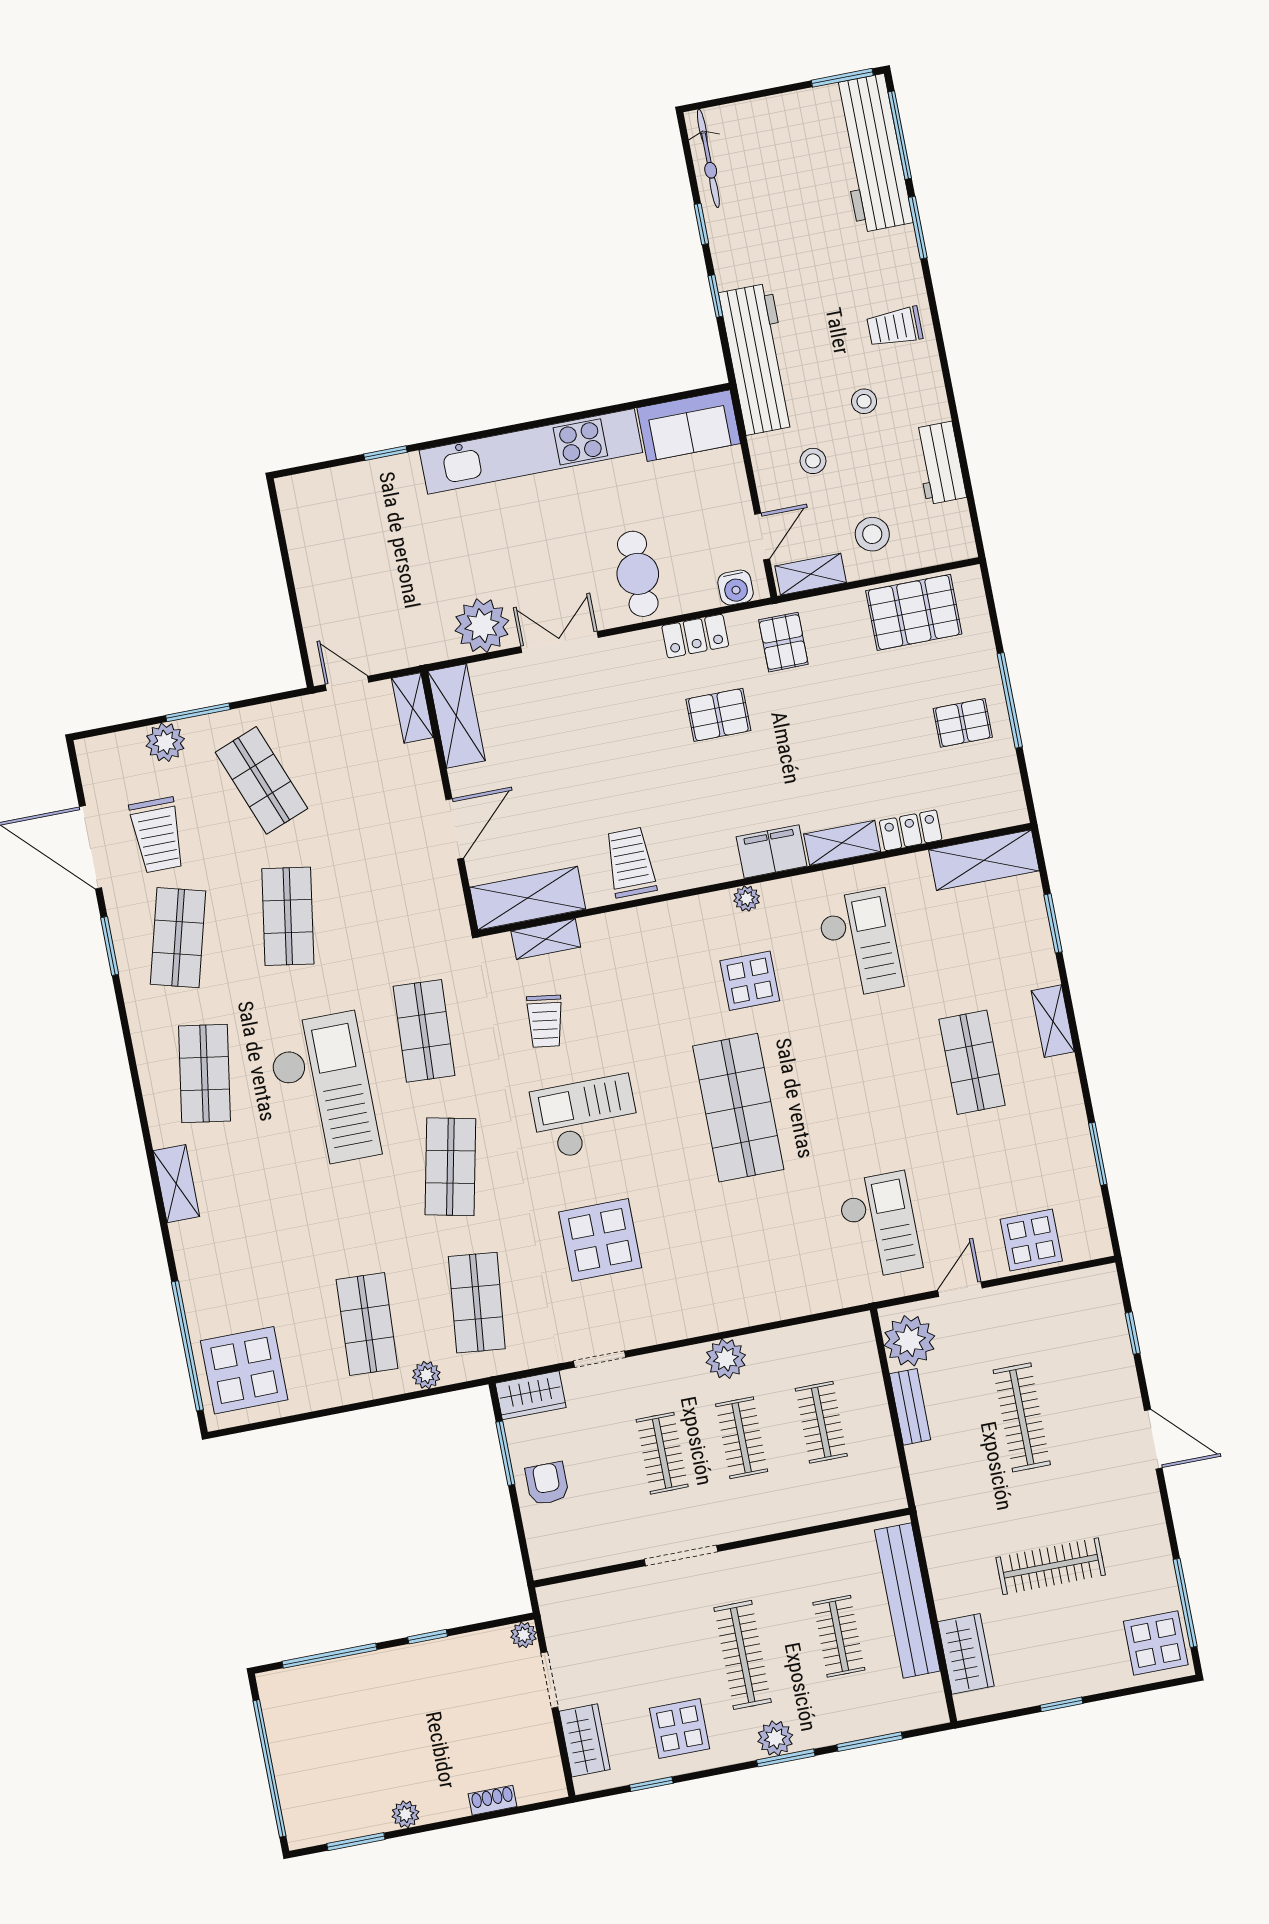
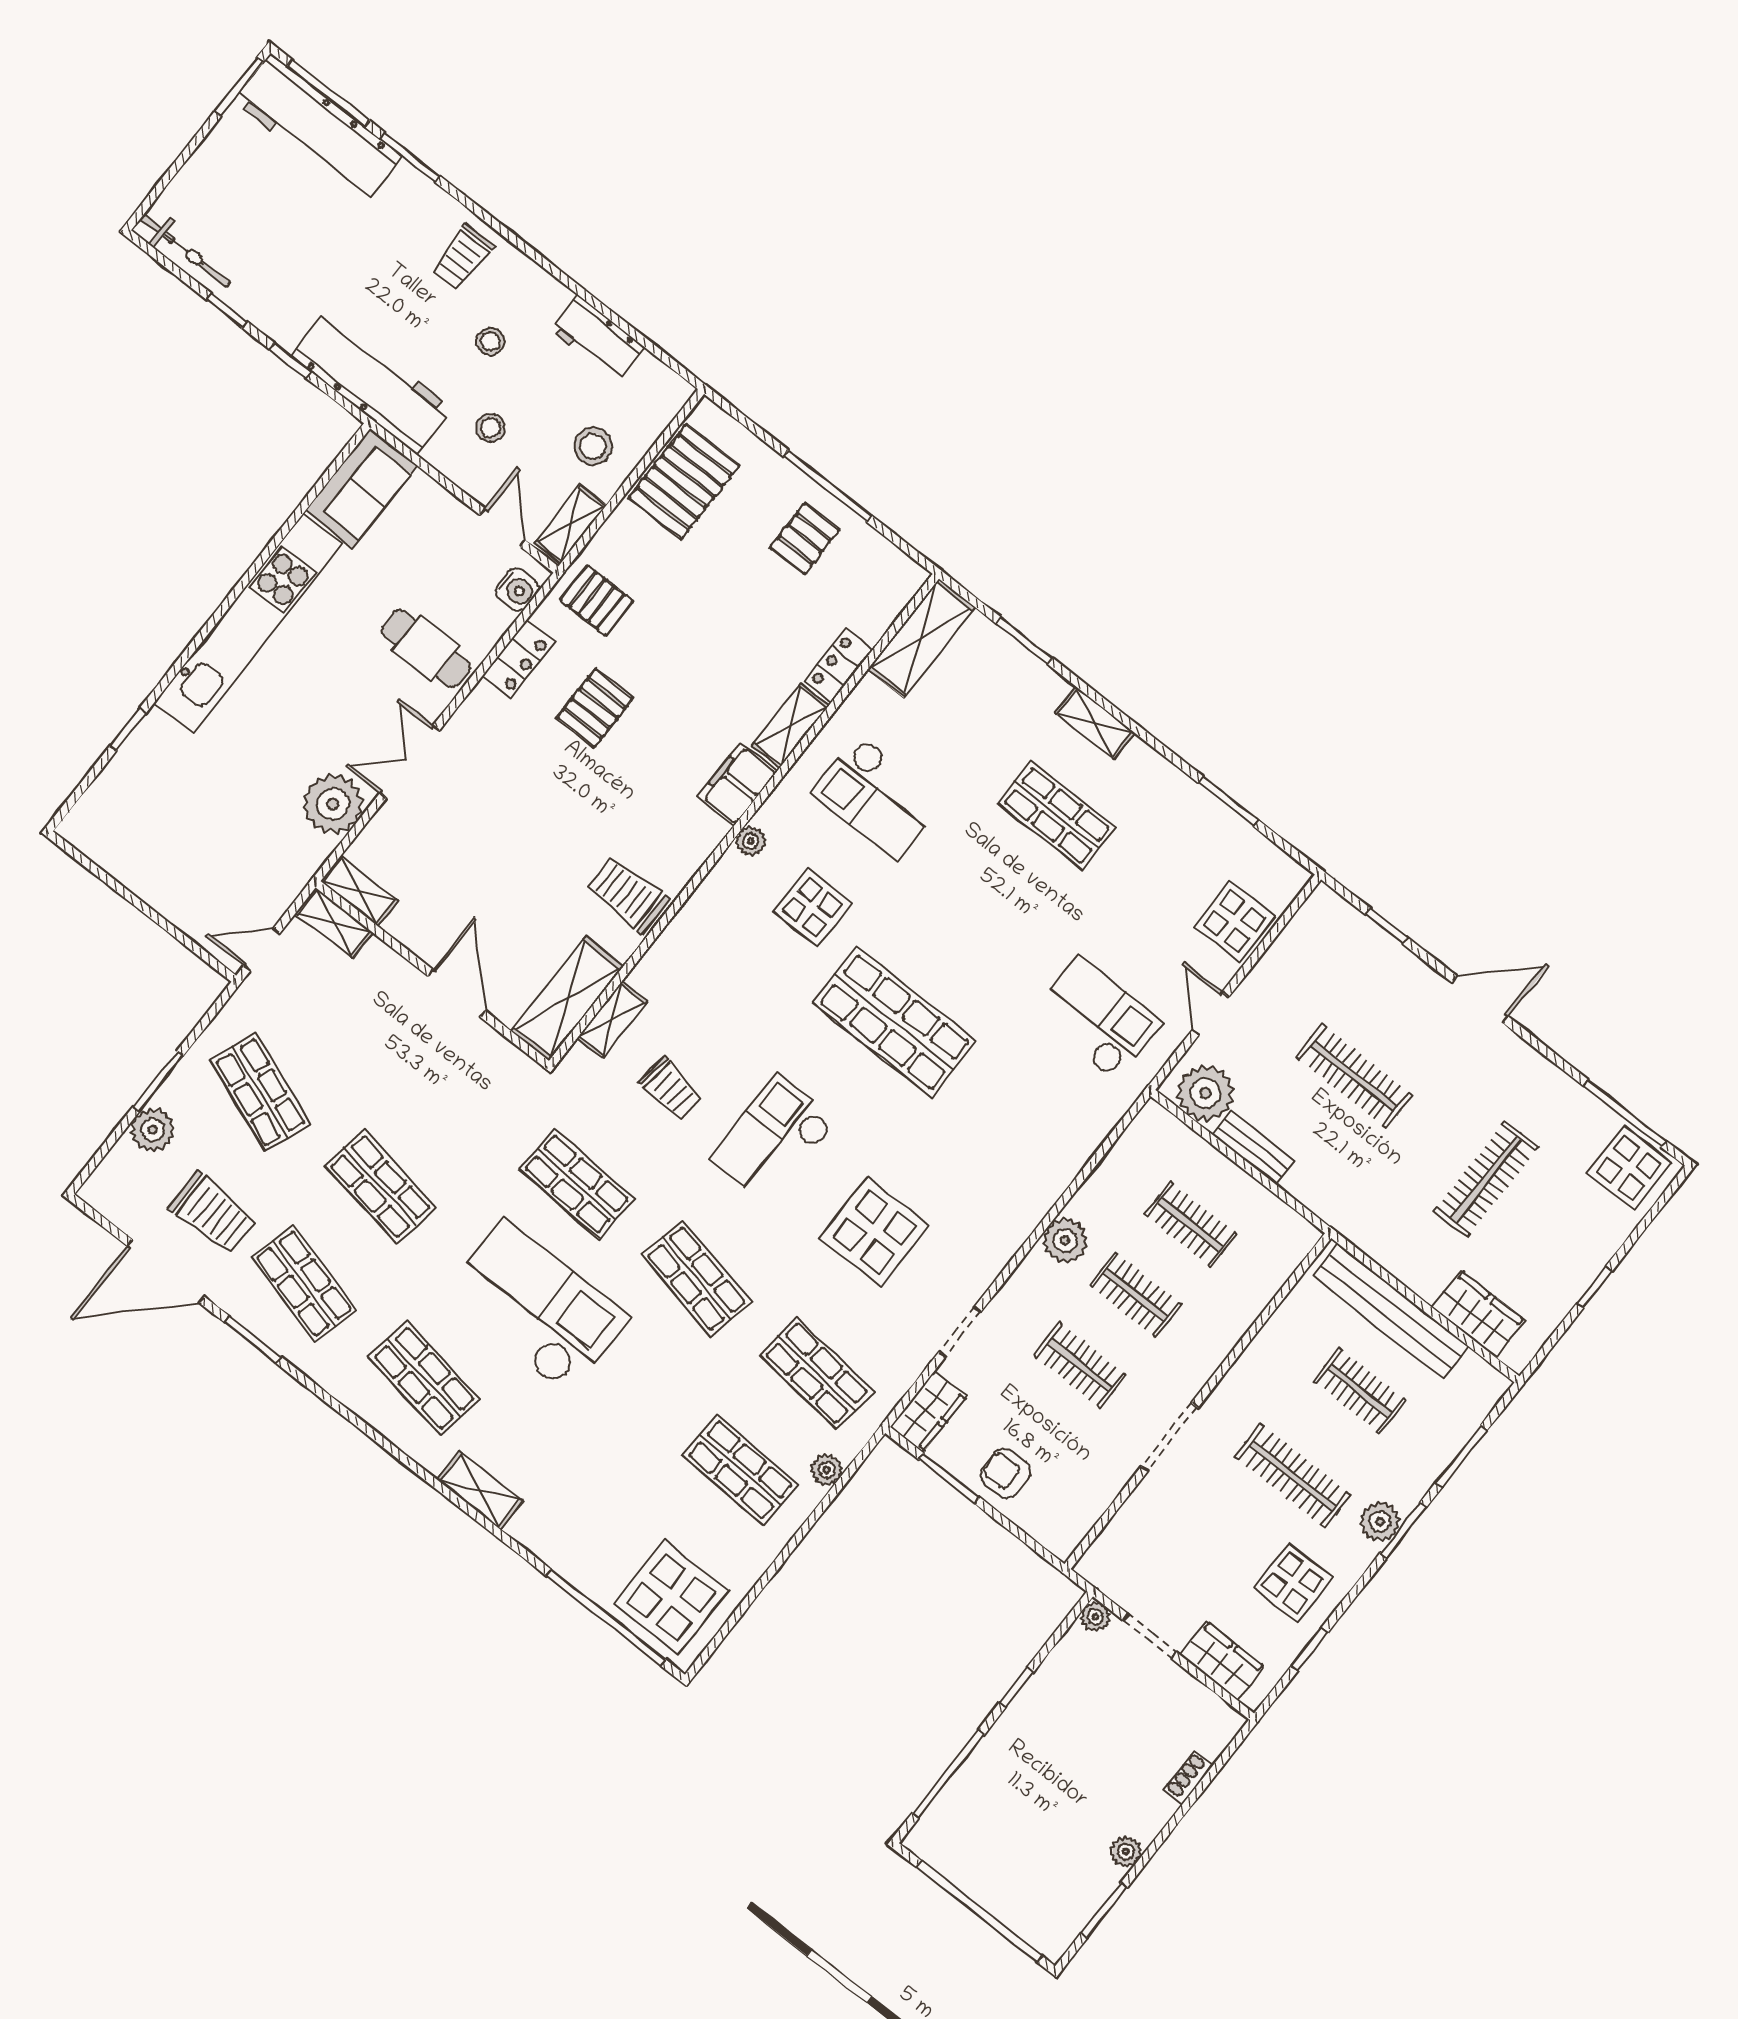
shelving: (456, 716) -> (359, 891), width x0.67, depth x0.75
shop shelf: (261, 780) -> (260, 1092), turned 42
checkout: (860, 944) -> (878, 797), turned 180

